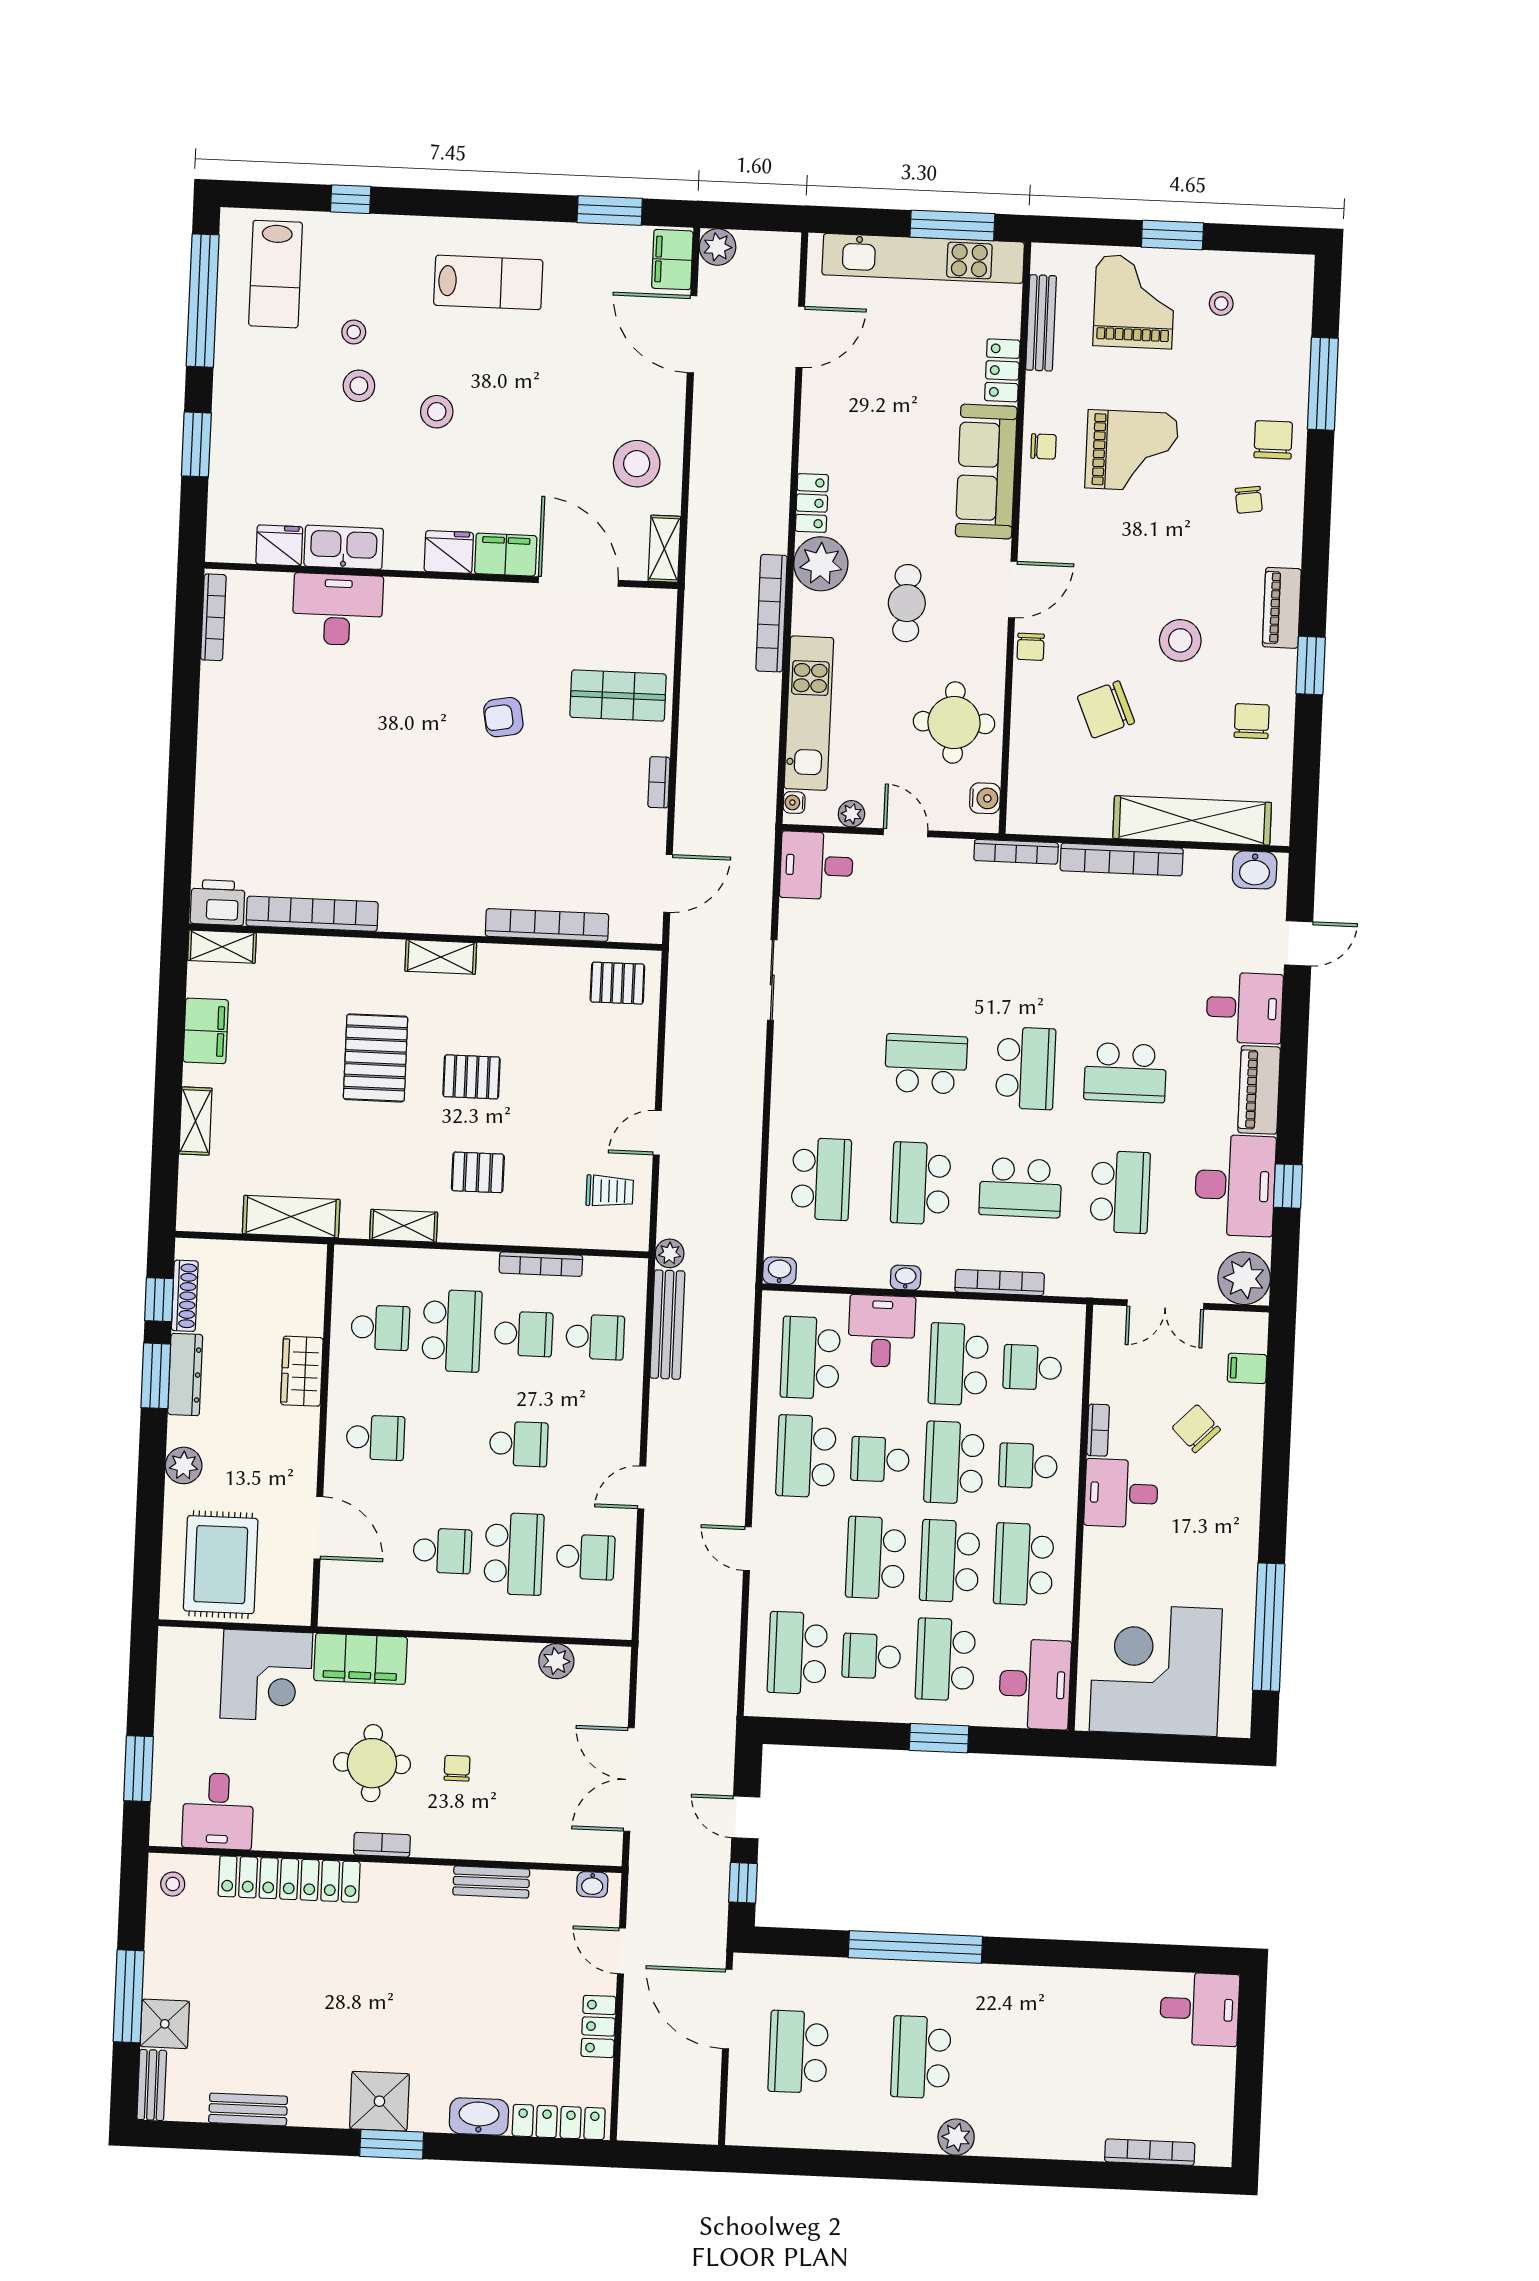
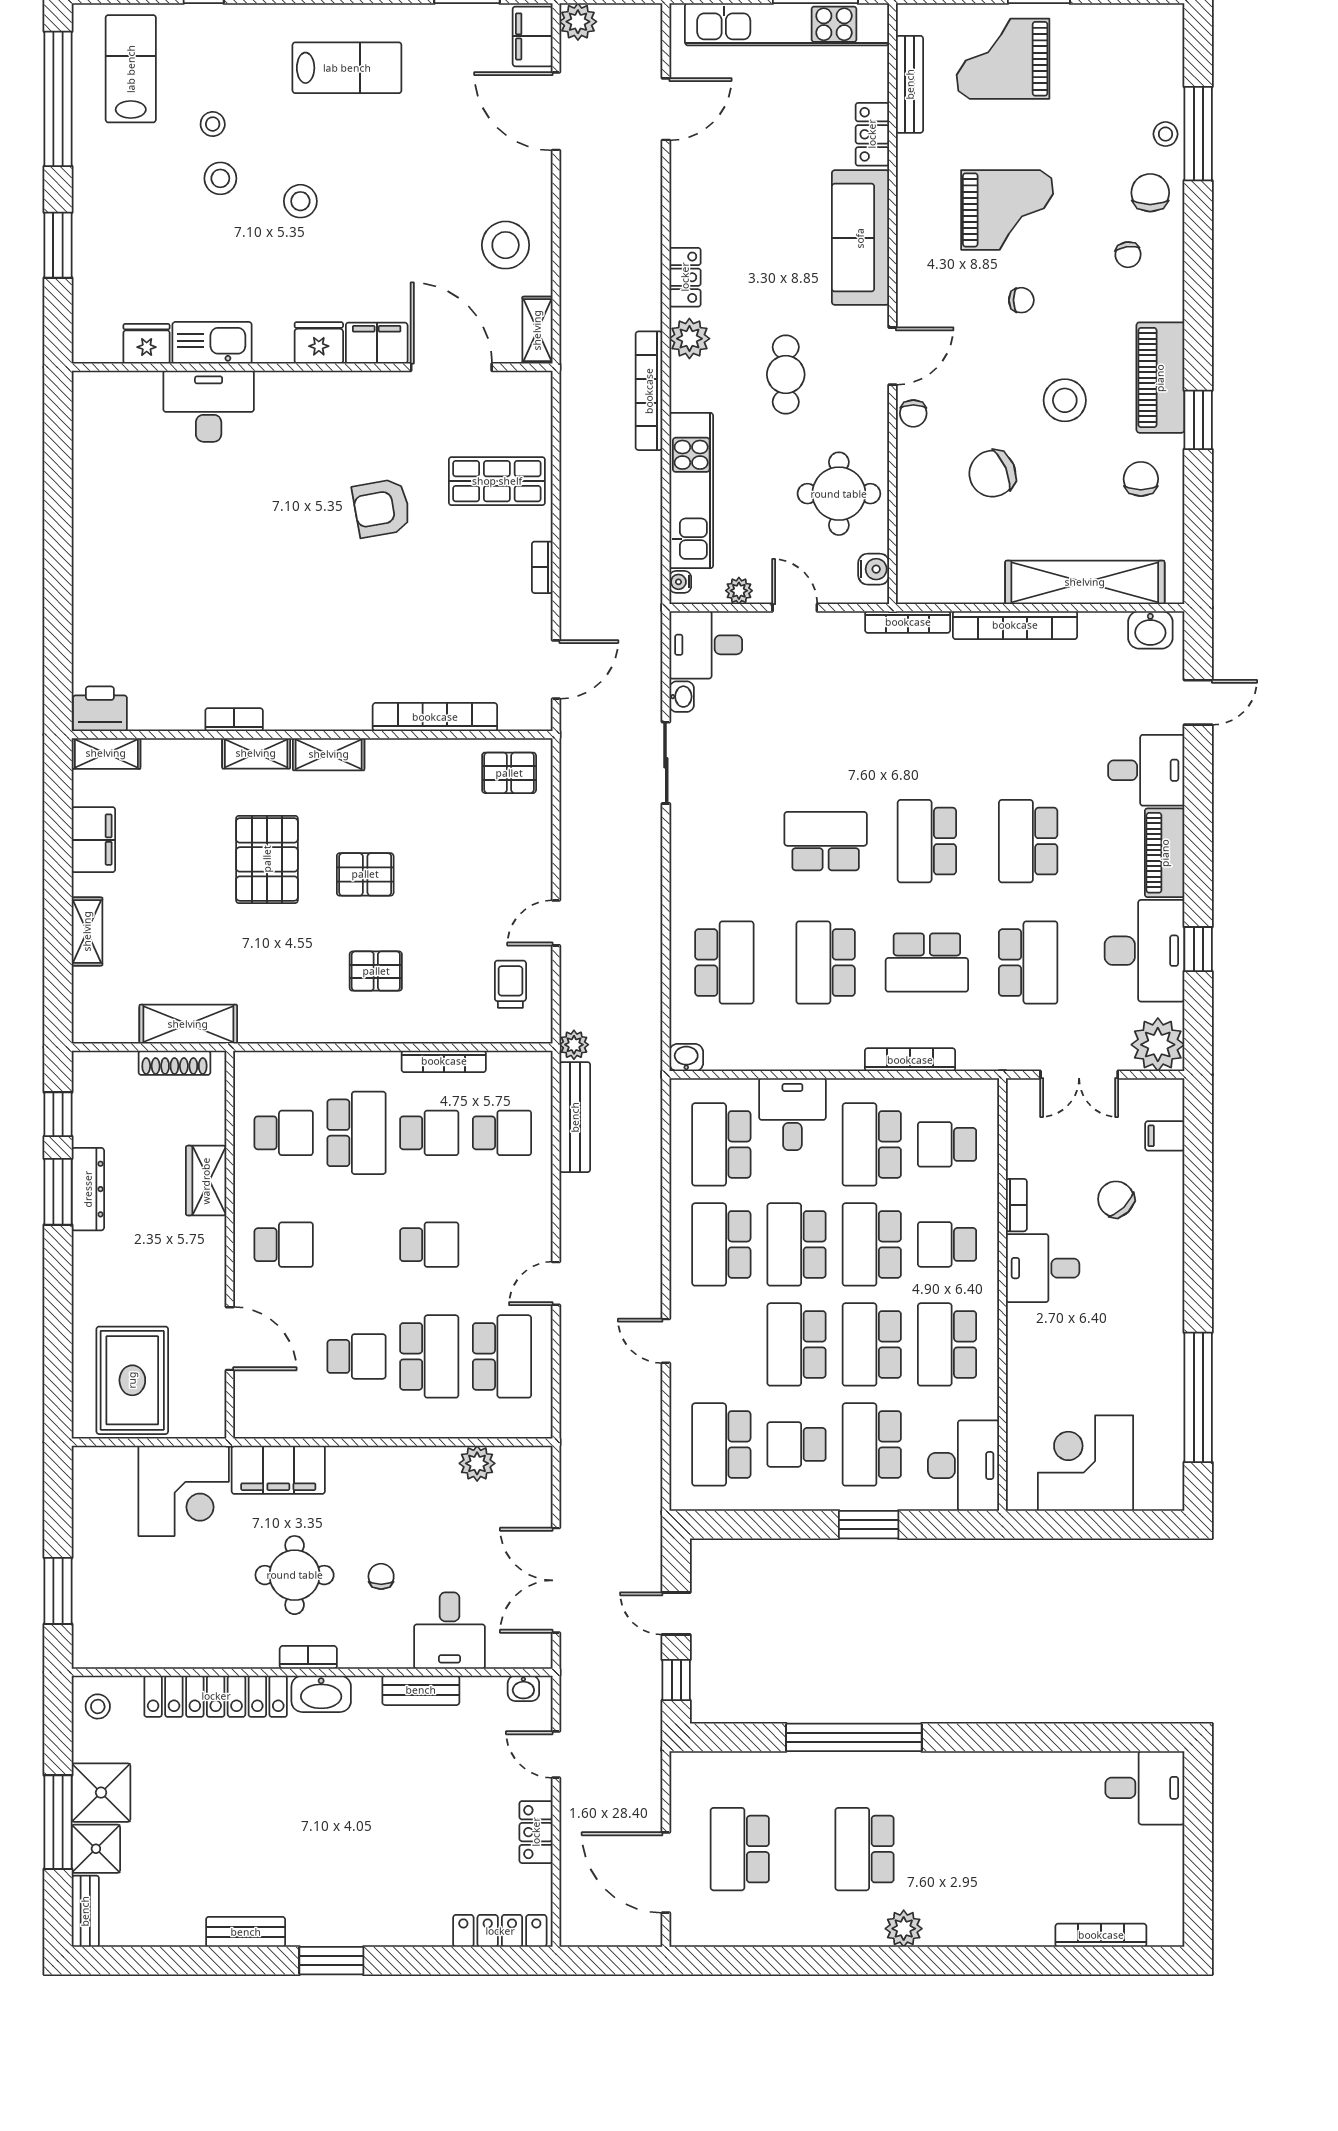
lab bench: (276, 274) -> (131, 69), turned 180
grand piano: (1134, 302) -> (1003, 59), turned -90
stool: (1221, 303) -> (1165, 134), moved
chair: (1044, 446) -> (1021, 300), moved
plant: (821, 564) -> (689, 339), width x0.73, depth x0.73
piano: (1282, 608) -> (1160, 378), width x1.37, depth x1.33
bookcase: (213, 617) -> (83, 420), removed
armchair: (503, 717) -> (382, 508), width x1.38, depth x1.38
bookcase: (312, 914) -> (234, 720), width x0.43, depth x0.76
school desk: (1026, 1068) -> (927, 841), turned 180
school desk: (1125, 1073) -> (1028, 841), turned 90
trolley: (610, 1191) -> (510, 984), turned -90
shelving: (404, 1226) -> (256, 753), moved
washbasin: (906, 1278) -> (682, 697), moved, turned 90
shoe rack: (185, 1296) -> (174, 1063), moved, turned 90
school desk: (880, 1459) -> (797, 1244), width x1.85
plant: (184, 1465) -> (90, 1281), removed
school desk: (585, 1557) -> (502, 1356), width x1.85
corner desk: (1156, 1670) -> (1086, 1463), width x0.74, depth x0.74
desk: (218, 1811) -> (449, 1631), moved
door: (727, 2009) -> (666, 1873), moved
shower: (379, 2101) -> (101, 1793), moved
bench: (248, 2109) -> (246, 1932), moved
washbasin: (479, 2116) -> (321, 1694), moved, turned 180

